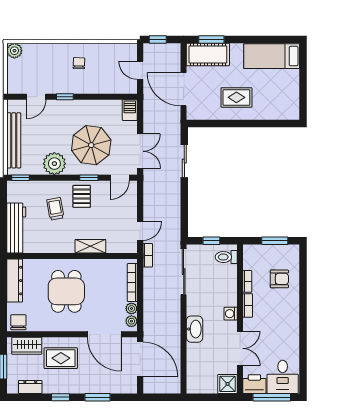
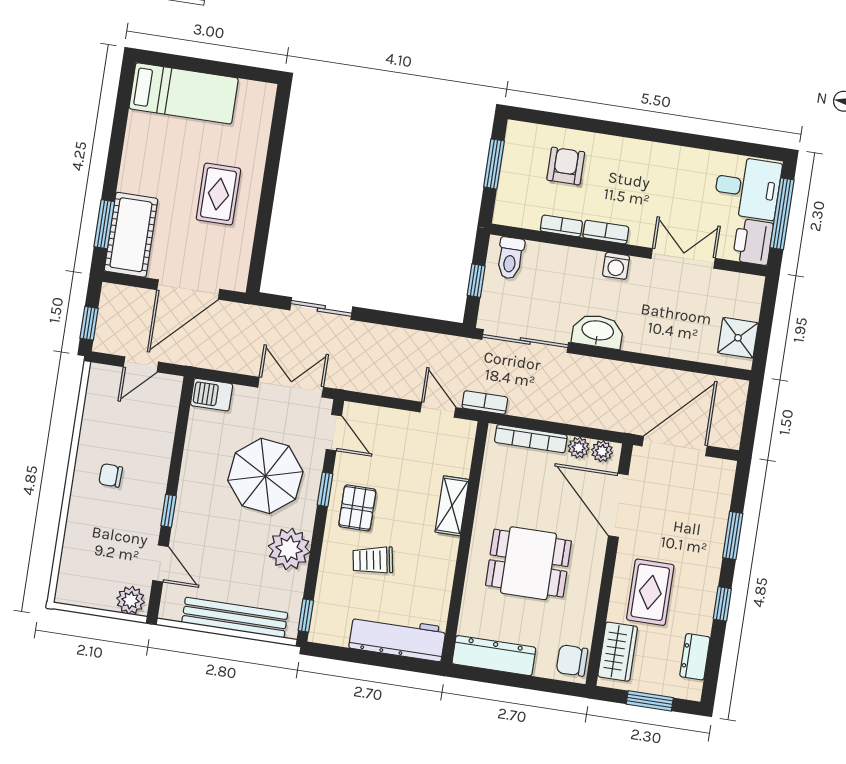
plant: (14, 51) -> (131, 600), moved
bed: (272, 56) -> (184, 93), moved, turned -90
pallet: (82, 196) -> (357, 508), turned 90
washbasin: (195, 329) -> (598, 331), moved
door: (104, 334) -> (618, 505), swing flipped
shower: (228, 384) -> (738, 338), moved

